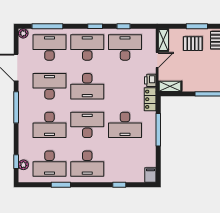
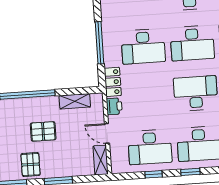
pallet: (193, 44) -> (43, 131), moved
door: (157, 60) -> (107, 133), hinge flipped
shelving: (170, 86) -> (75, 101), moved
desk: (125, 125) -> (143, 46), turned 180

